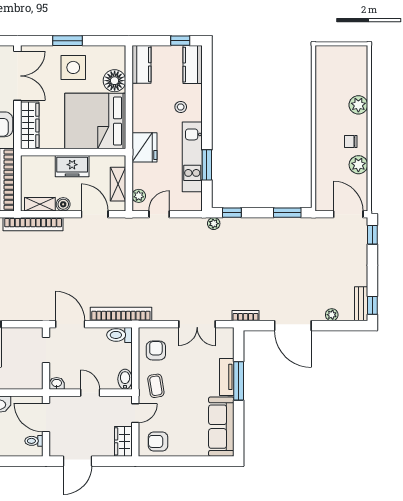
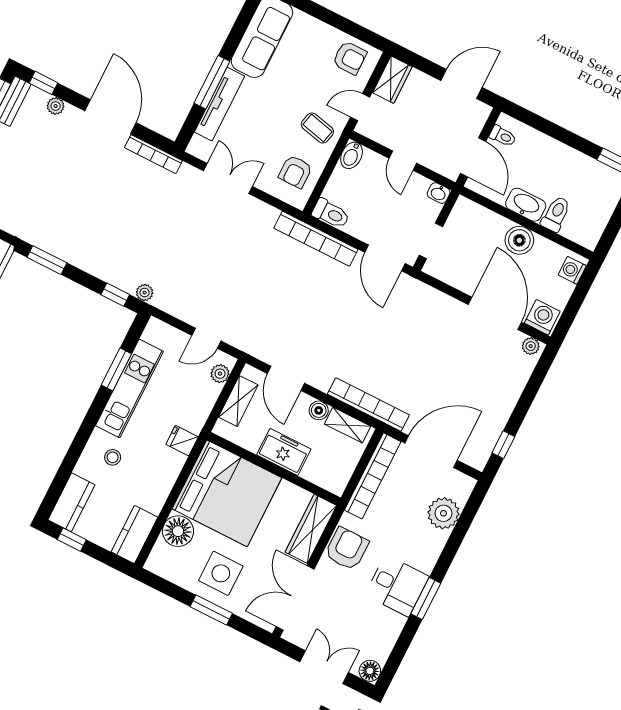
fridge: (145, 147) -> (182, 441), width x0.53, depth x0.75
bookcase: (246, 316) -> (153, 154), width x1.56
window: (347, 326) -> (43, 83), added
tv unit: (227, 377) -> (219, 104), width x1.41
coffee table: (156, 386) -> (317, 128), turned -68

